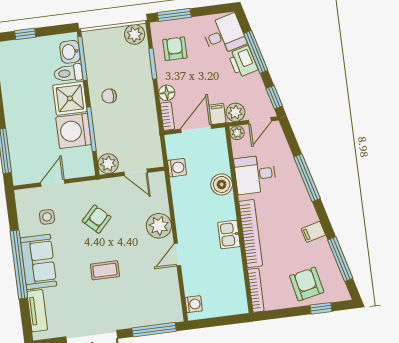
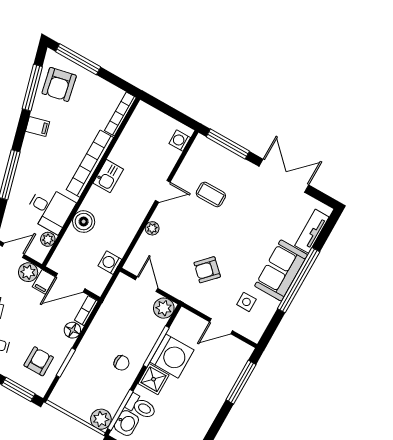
plant: (135, 34) -> (101, 419), moved
armchair: (175, 49) -> (39, 361), turned 180
shower: (70, 98) -> (153, 379), width x0.73, depth x0.73
plant: (237, 133) -> (48, 239), moved
plant: (159, 226) -> (152, 228), width x0.53, depth x0.53
coffee table: (105, 270) -> (211, 194), moved
armchair: (307, 284) -> (59, 84), moved
window: (321, 308) -> (78, 59), width x2.17

